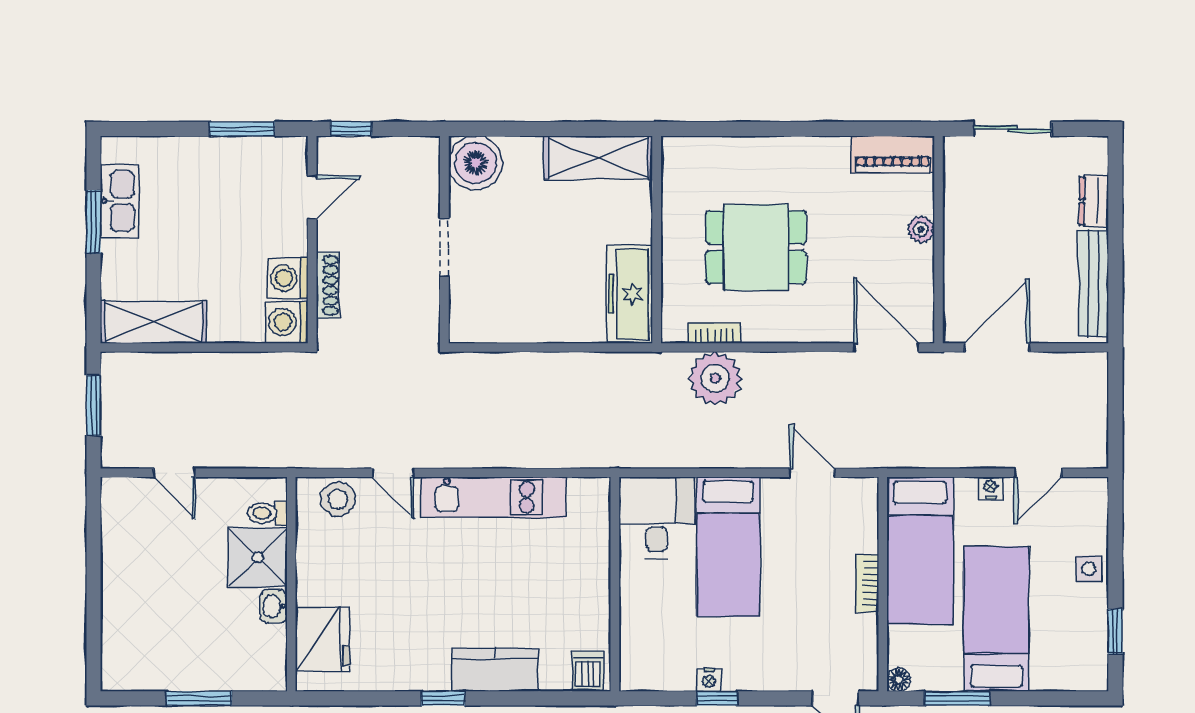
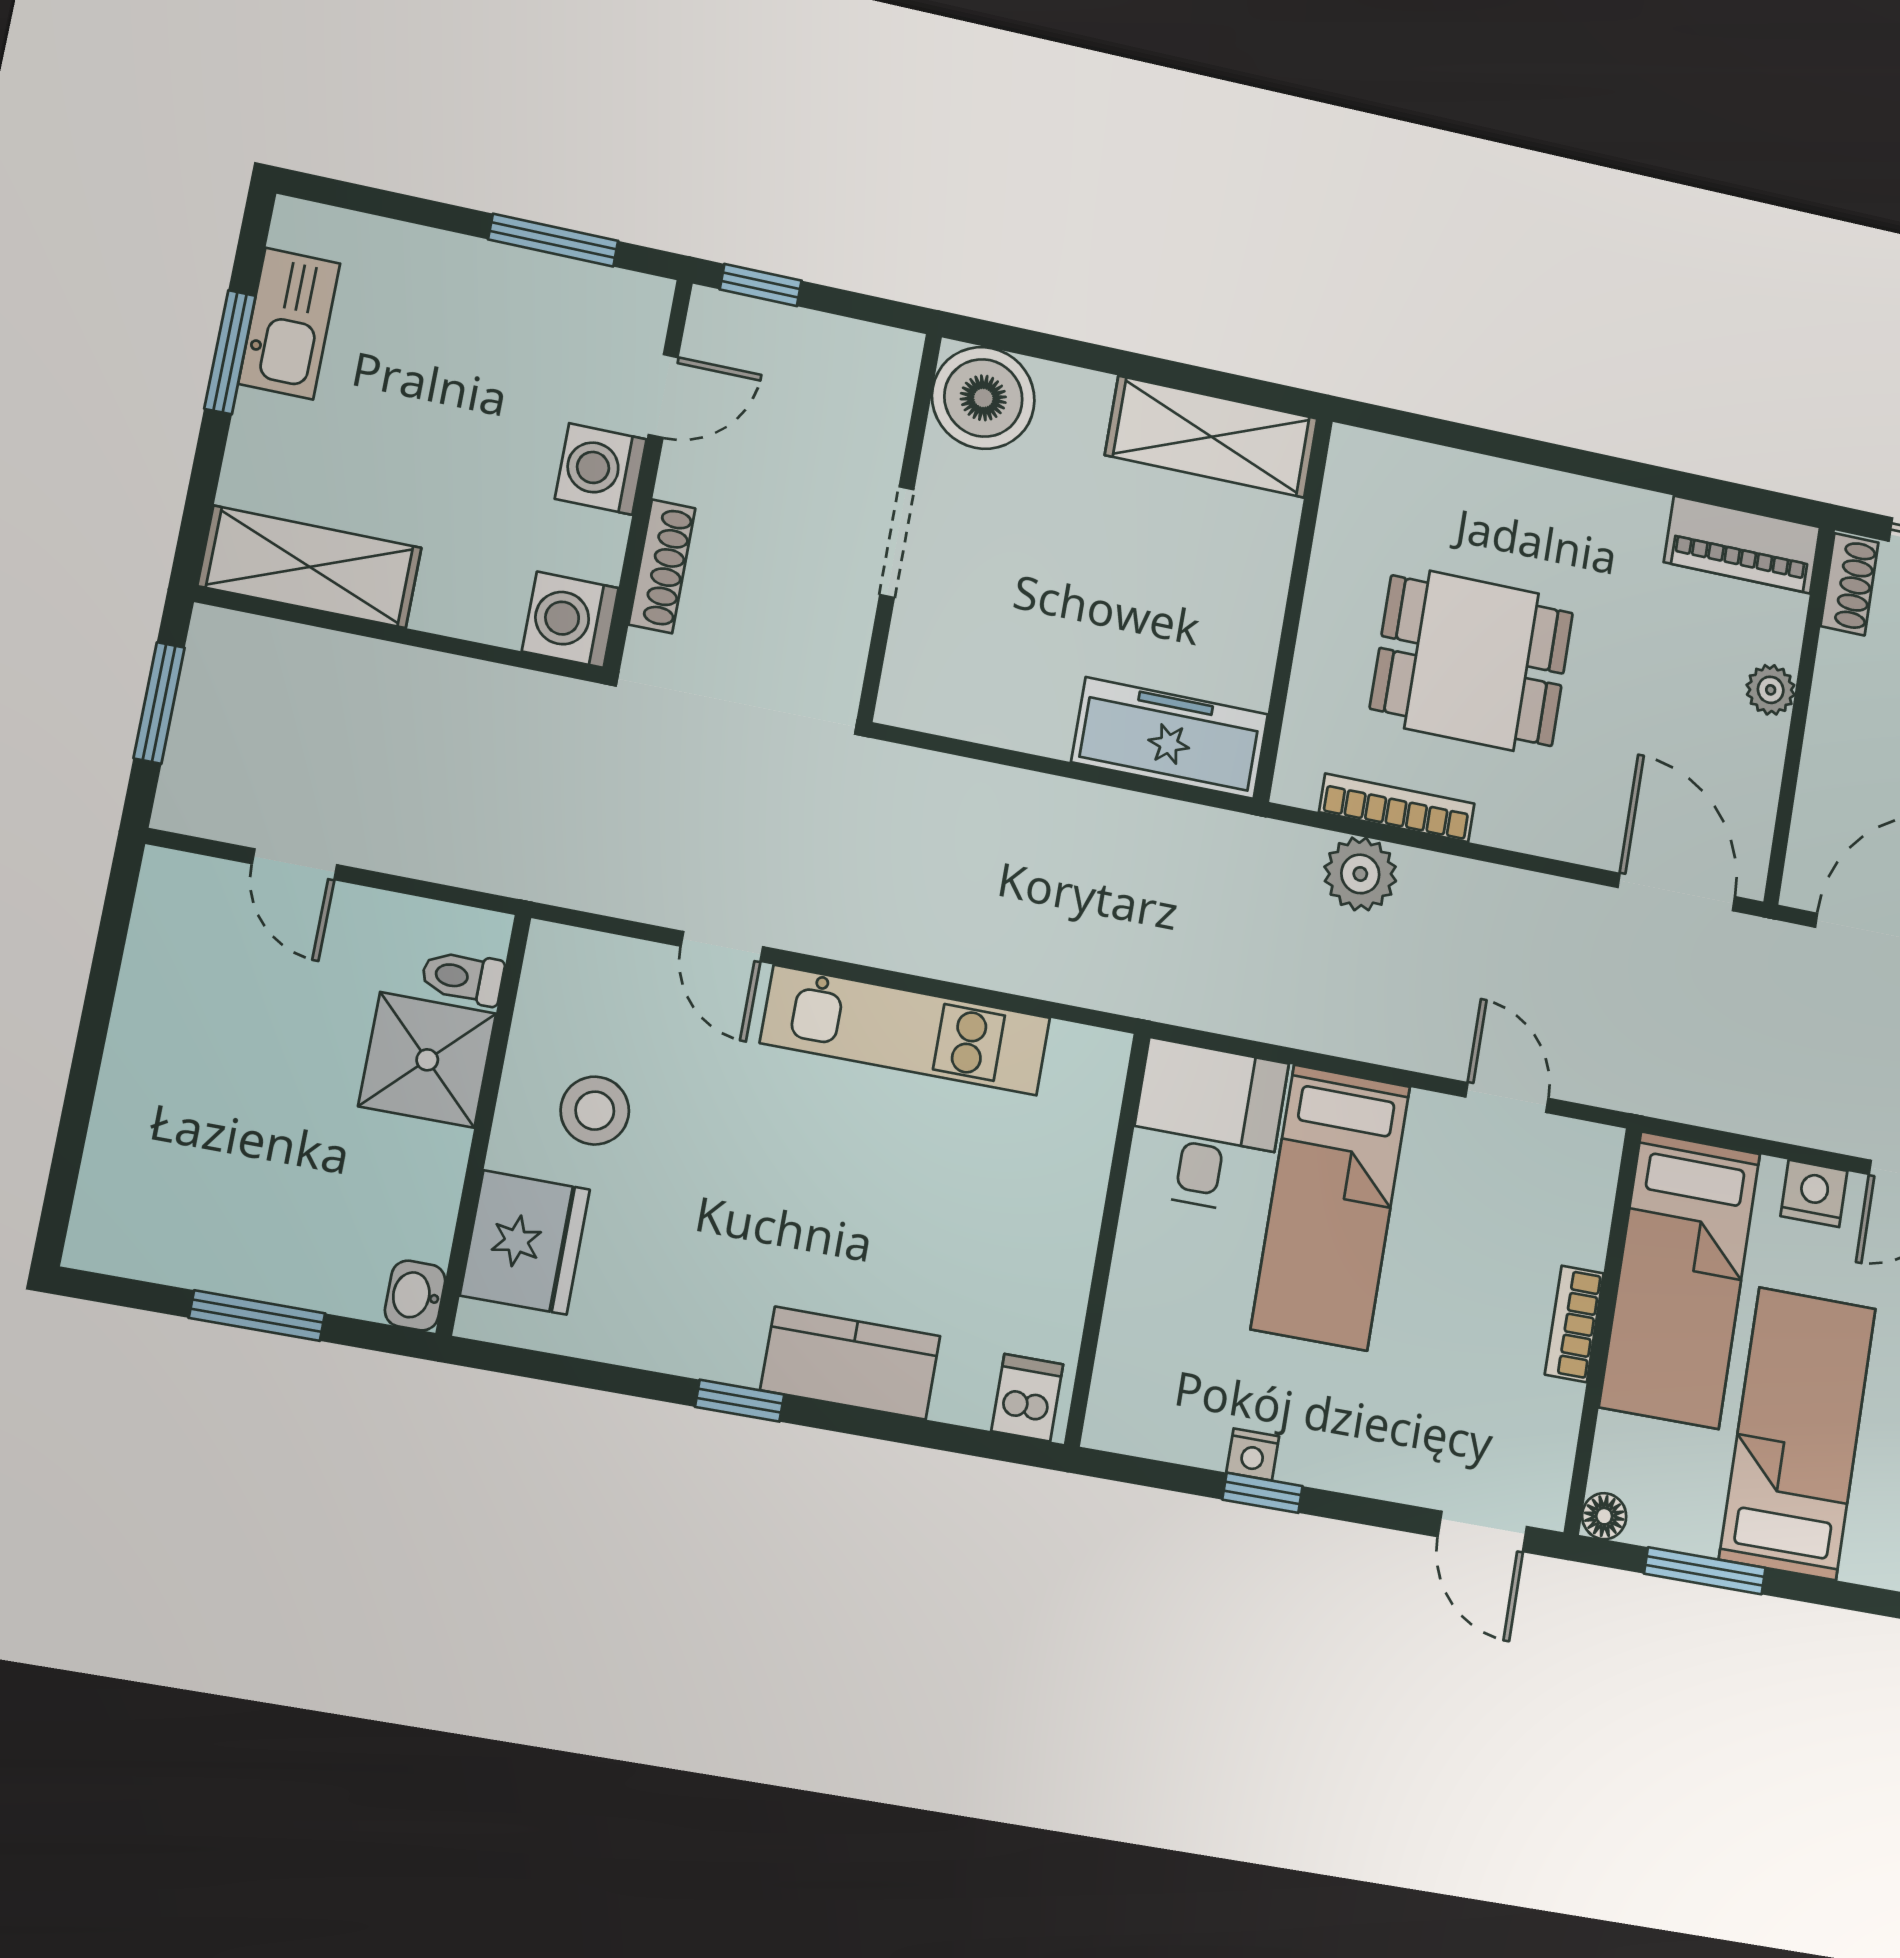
shoe rack: (955, 163) -> (1849, 584), added
washing machine: (288, 278) -> (601, 469), moved
freezer: (630, 294) -> (1170, 738), moved, turned 90
bookcase: (714, 333) -> (1397, 808), width x1.56
plant: (715, 378) -> (1360, 874), width x0.73, depth x0.73
nightstand: (990, 488) -> (1814, 1193), width x1.39, depth x1.35
stool: (338, 499) -> (595, 1111), moved
washbasin: (274, 606) -> (415, 1295), moved

